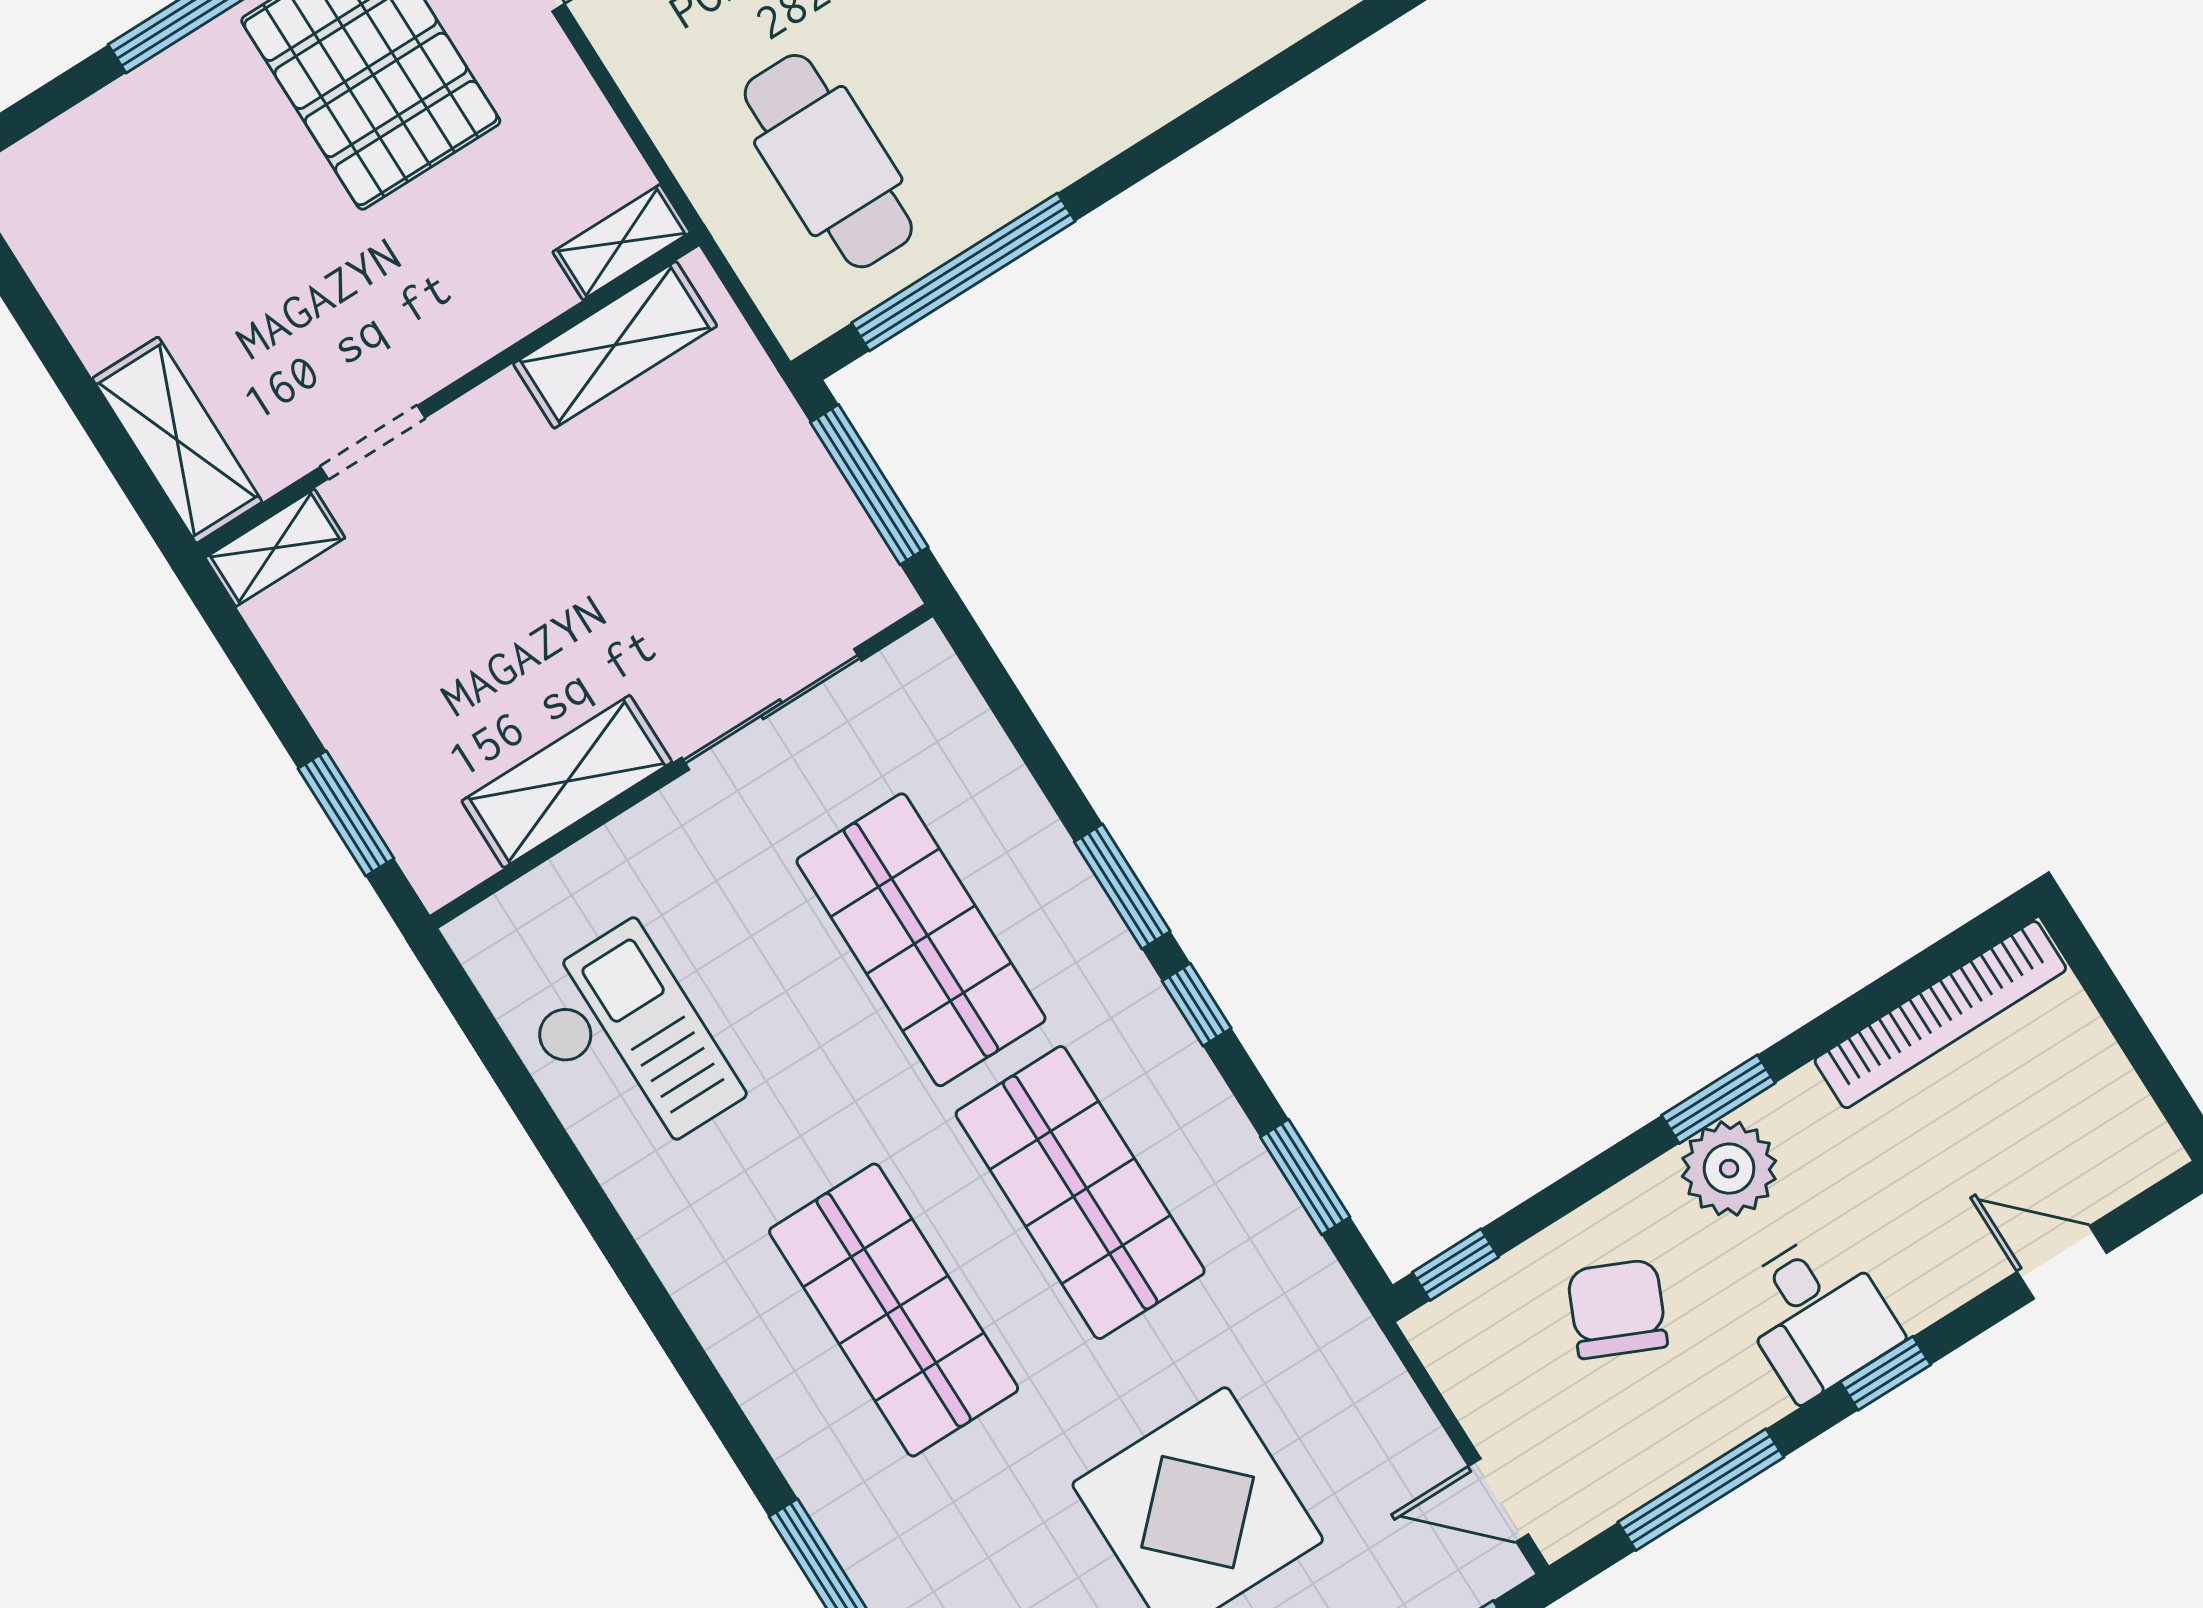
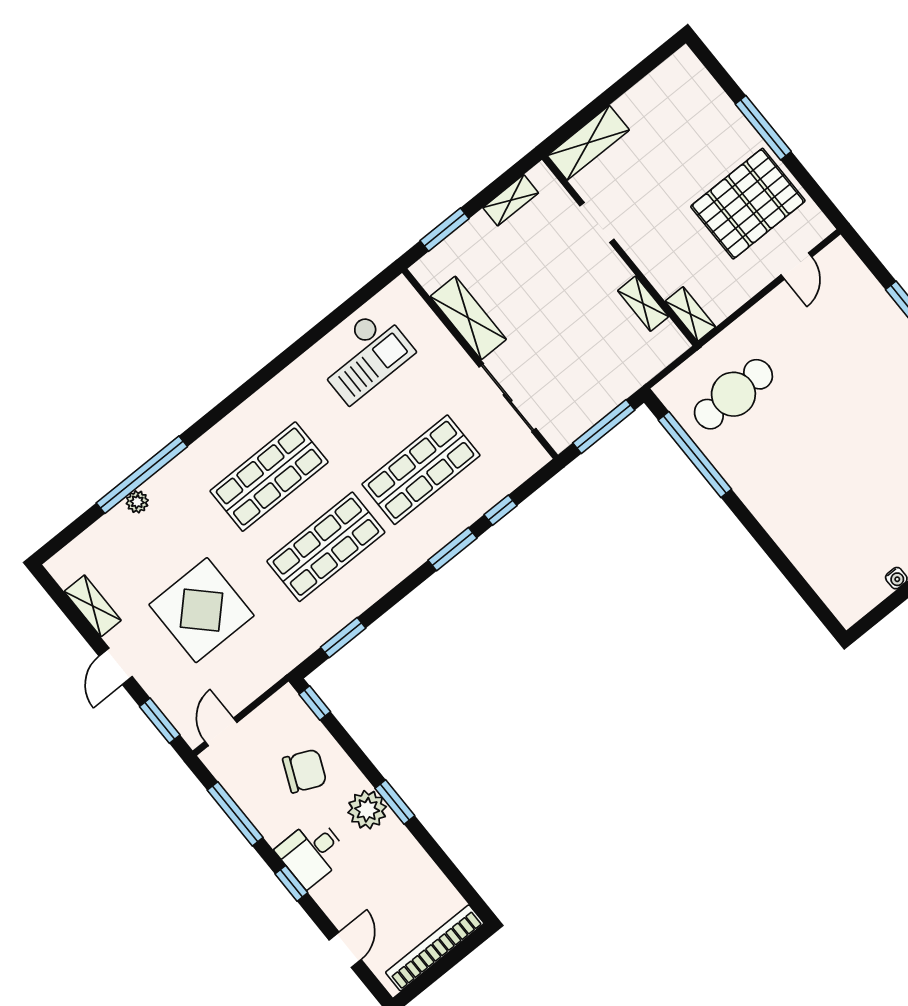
shelving: (615, 345) -> (643, 304), width x0.67, depth x0.75
shelving: (275, 548) -> (511, 200), moved, turned 90
window: (1197, 1005) -> (500, 510), moved
bookcase: (1940, 1015) -> (435, 948), moved, turned 90

